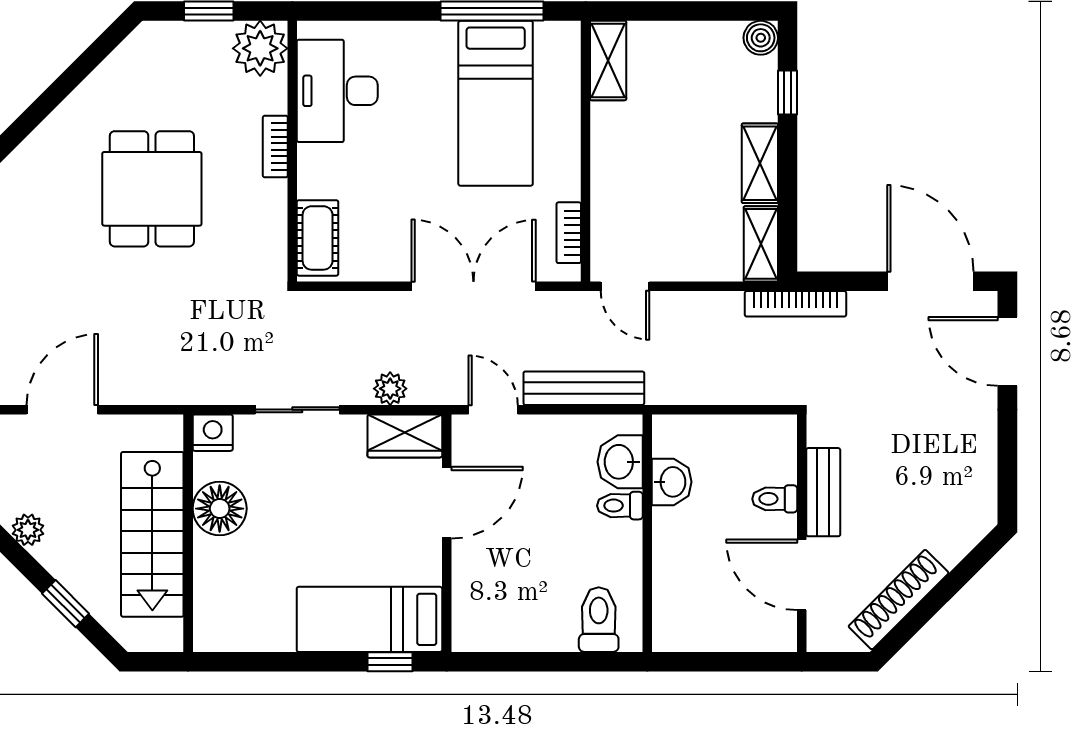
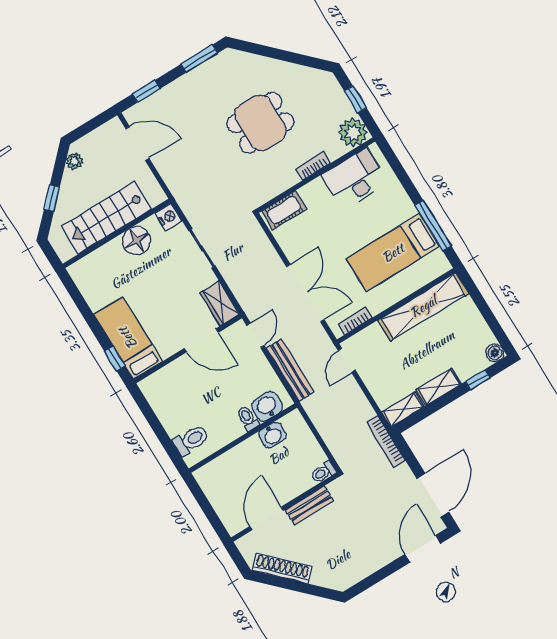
shelving: (608, 61) -> (423, 307), width x2.20, depth x1.33
plant: (390, 389) -> (237, 284), removed
toilet: (775, 499) -> (323, 472), moved, turned -90

